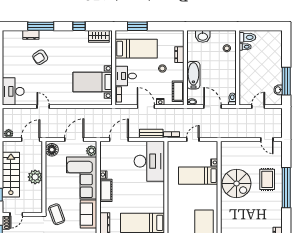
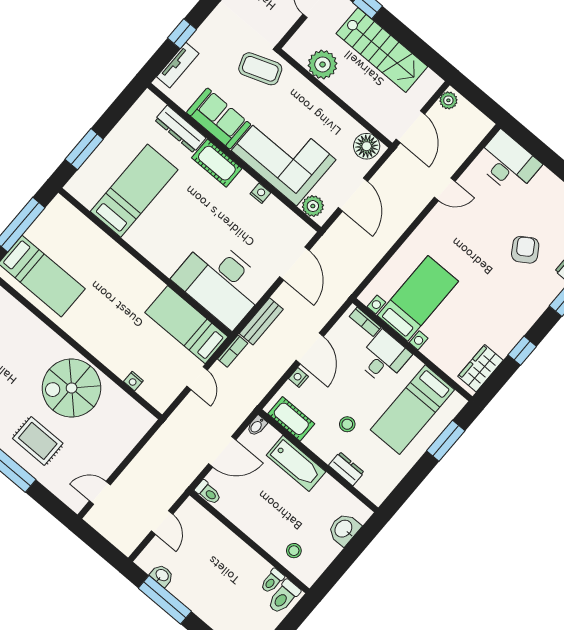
door: (146, 107) -> (310, 348), hinge flipped
bed: (198, 176) -> (186, 325), moved, turned -90
plant: (35, 177) -> (323, 64), moved
cot: (106, 190) -> (217, 163), moved

